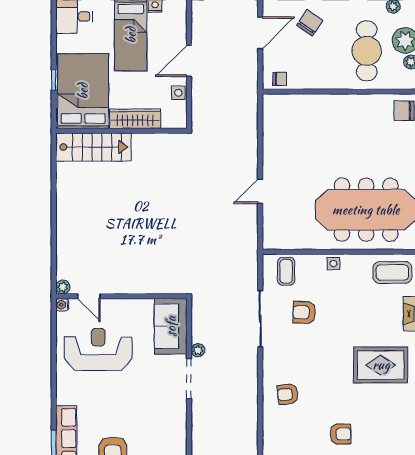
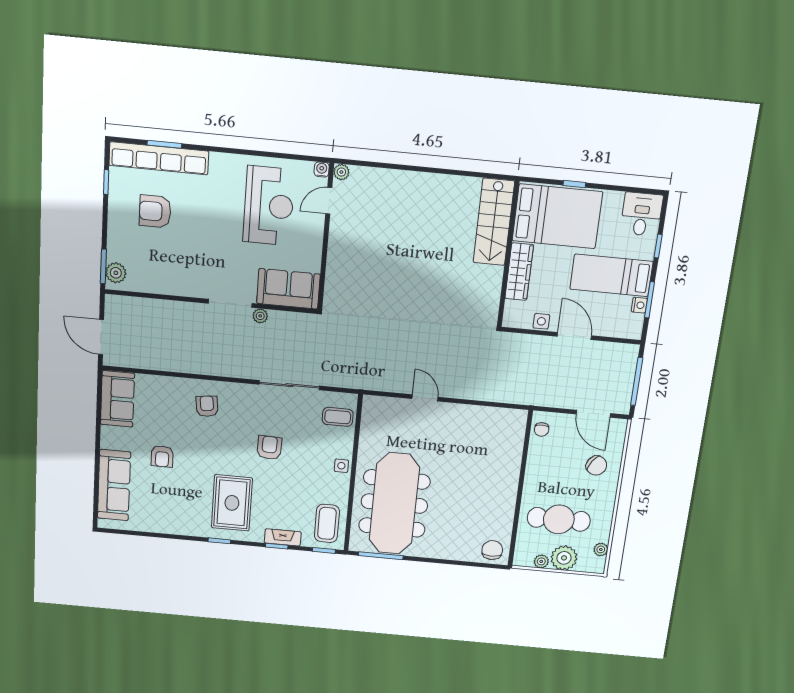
armchair: (304, 312) -> (269, 448), moved

